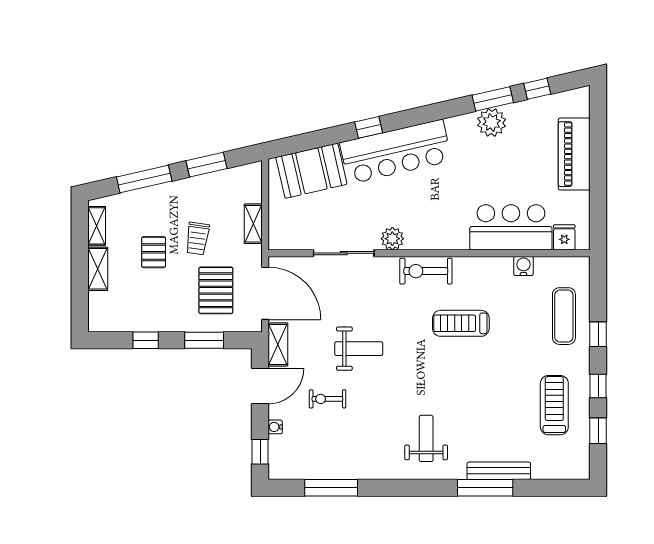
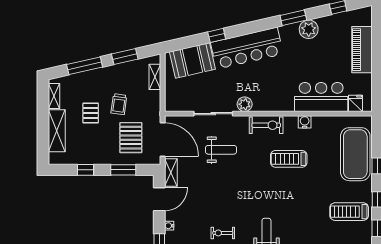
window: (493, 99) -> (293, 18), moved
window: (369, 127) -> (217, 35), moved
shelving: (253, 224) -> (155, 77), moved
water cooler: (523, 266) -> (305, 122), moved
shelving: (98, 269) -> (57, 131), width x1.50, depth x1.33
exercise bike: (426, 271) -> (266, 125), turned 180
exercise mat: (564, 316) -> (355, 154), width x2.00, depth x1.45
weight bench: (359, 349) -> (221, 150), moved
exercise bike: (327, 399) -> (223, 233), moved
treadmill: (554, 405) -> (349, 212), turned -90

